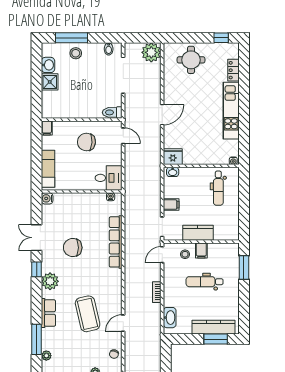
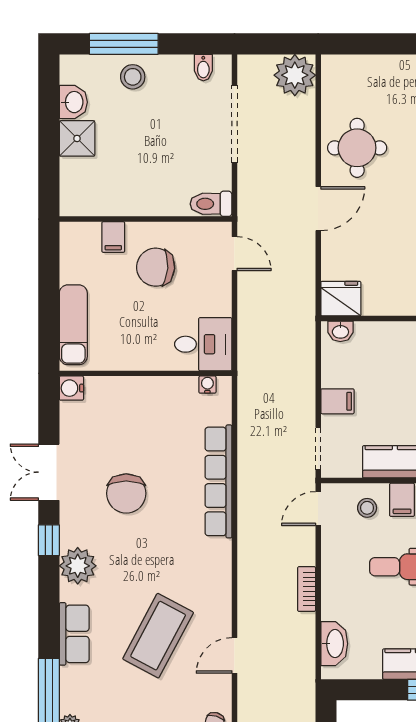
round table: (191, 60) -> (357, 148), moved
filing cabinet: (47, 128) -> (113, 237), moved
chair: (73, 248) -> (126, 493), turned -90
coffee table: (88, 314) -> (158, 636), turned 41

